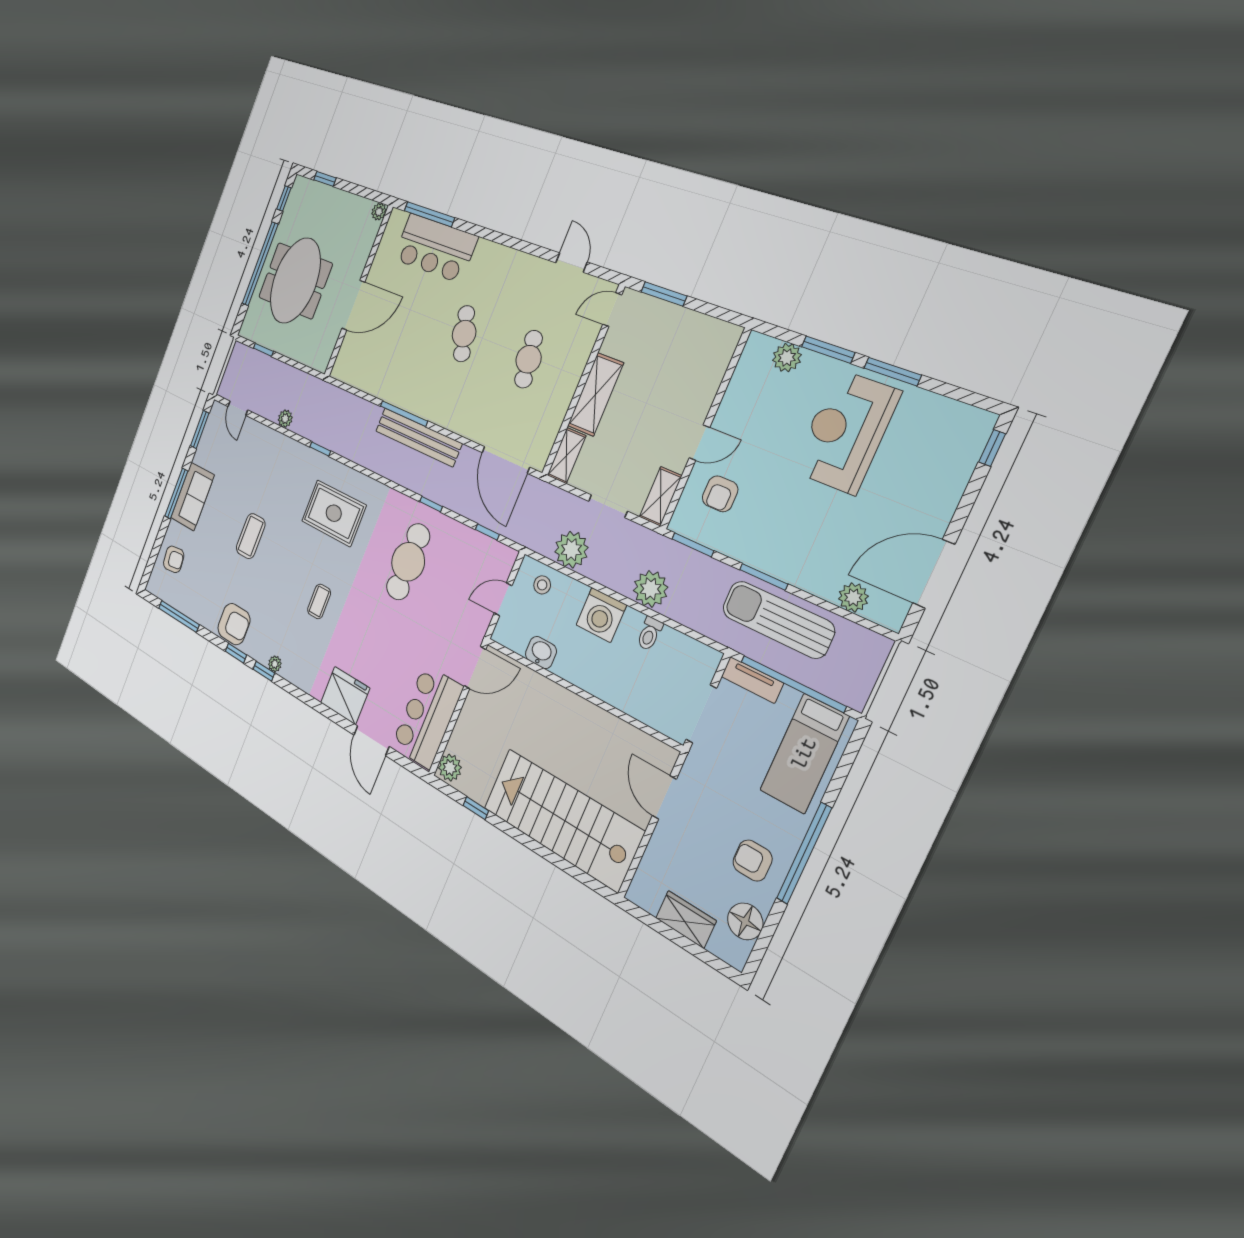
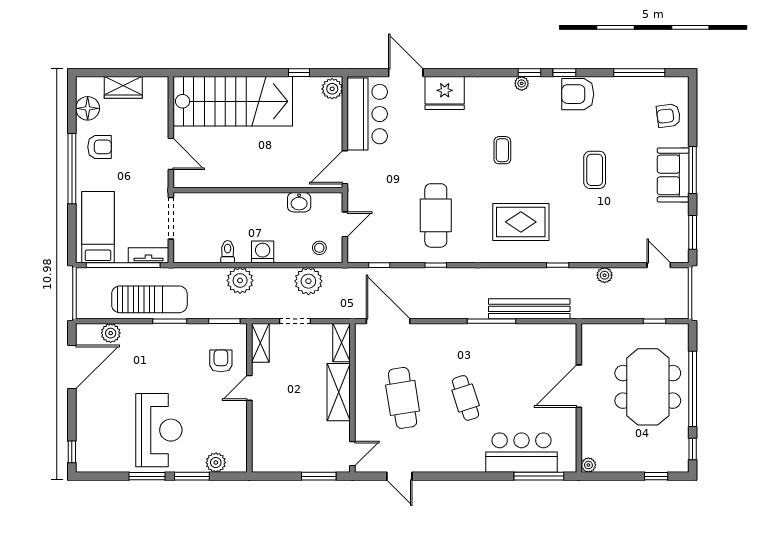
cafe table: (528, 359) -> (403, 398), width x1.37, depth x1.35
bench: (418, 437) -> (529, 309), moved
washing machine: (601, 615) -> (263, 252), width x0.73, depth x0.73

